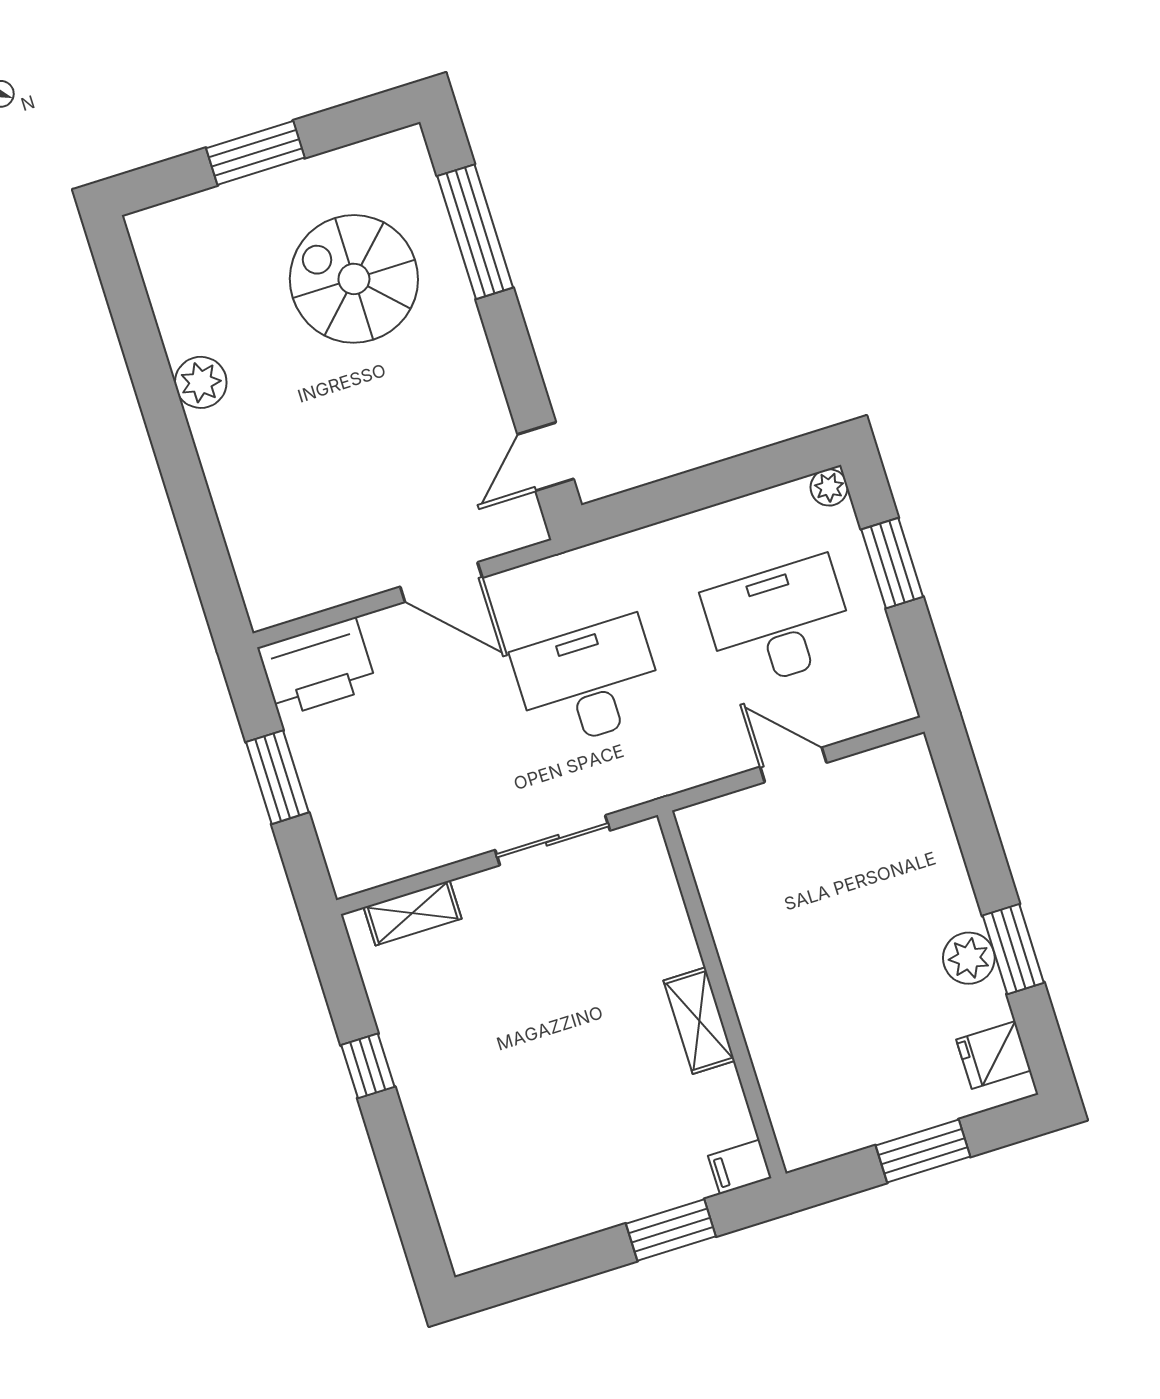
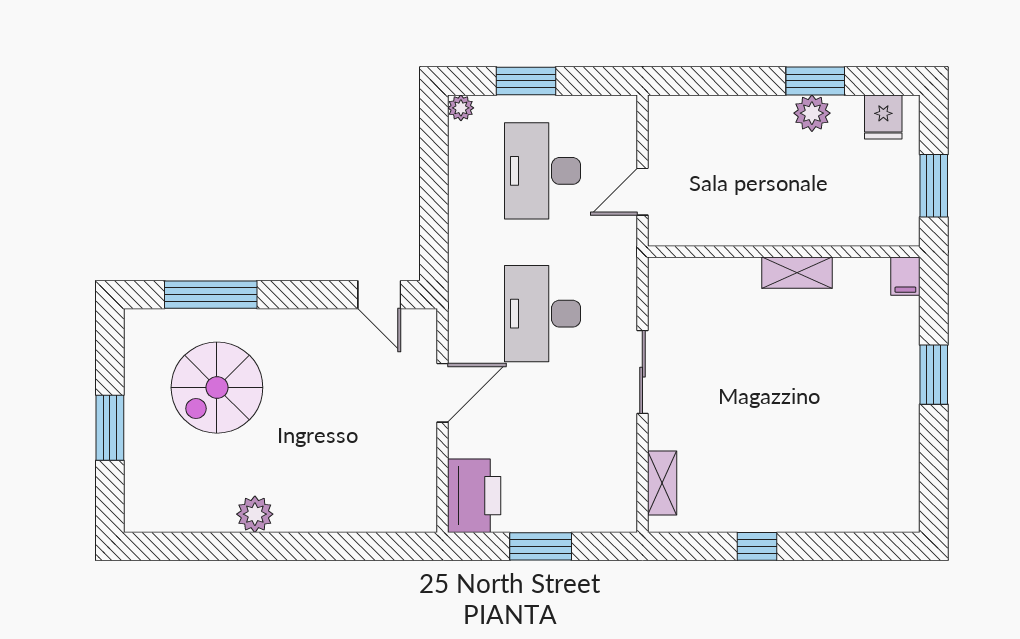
wall: (722, 994) -> (784, 252), moved
shelving: (699, 1021) -> (797, 273), moved
filing cabinet: (740, 1167) -> (905, 276), moved

